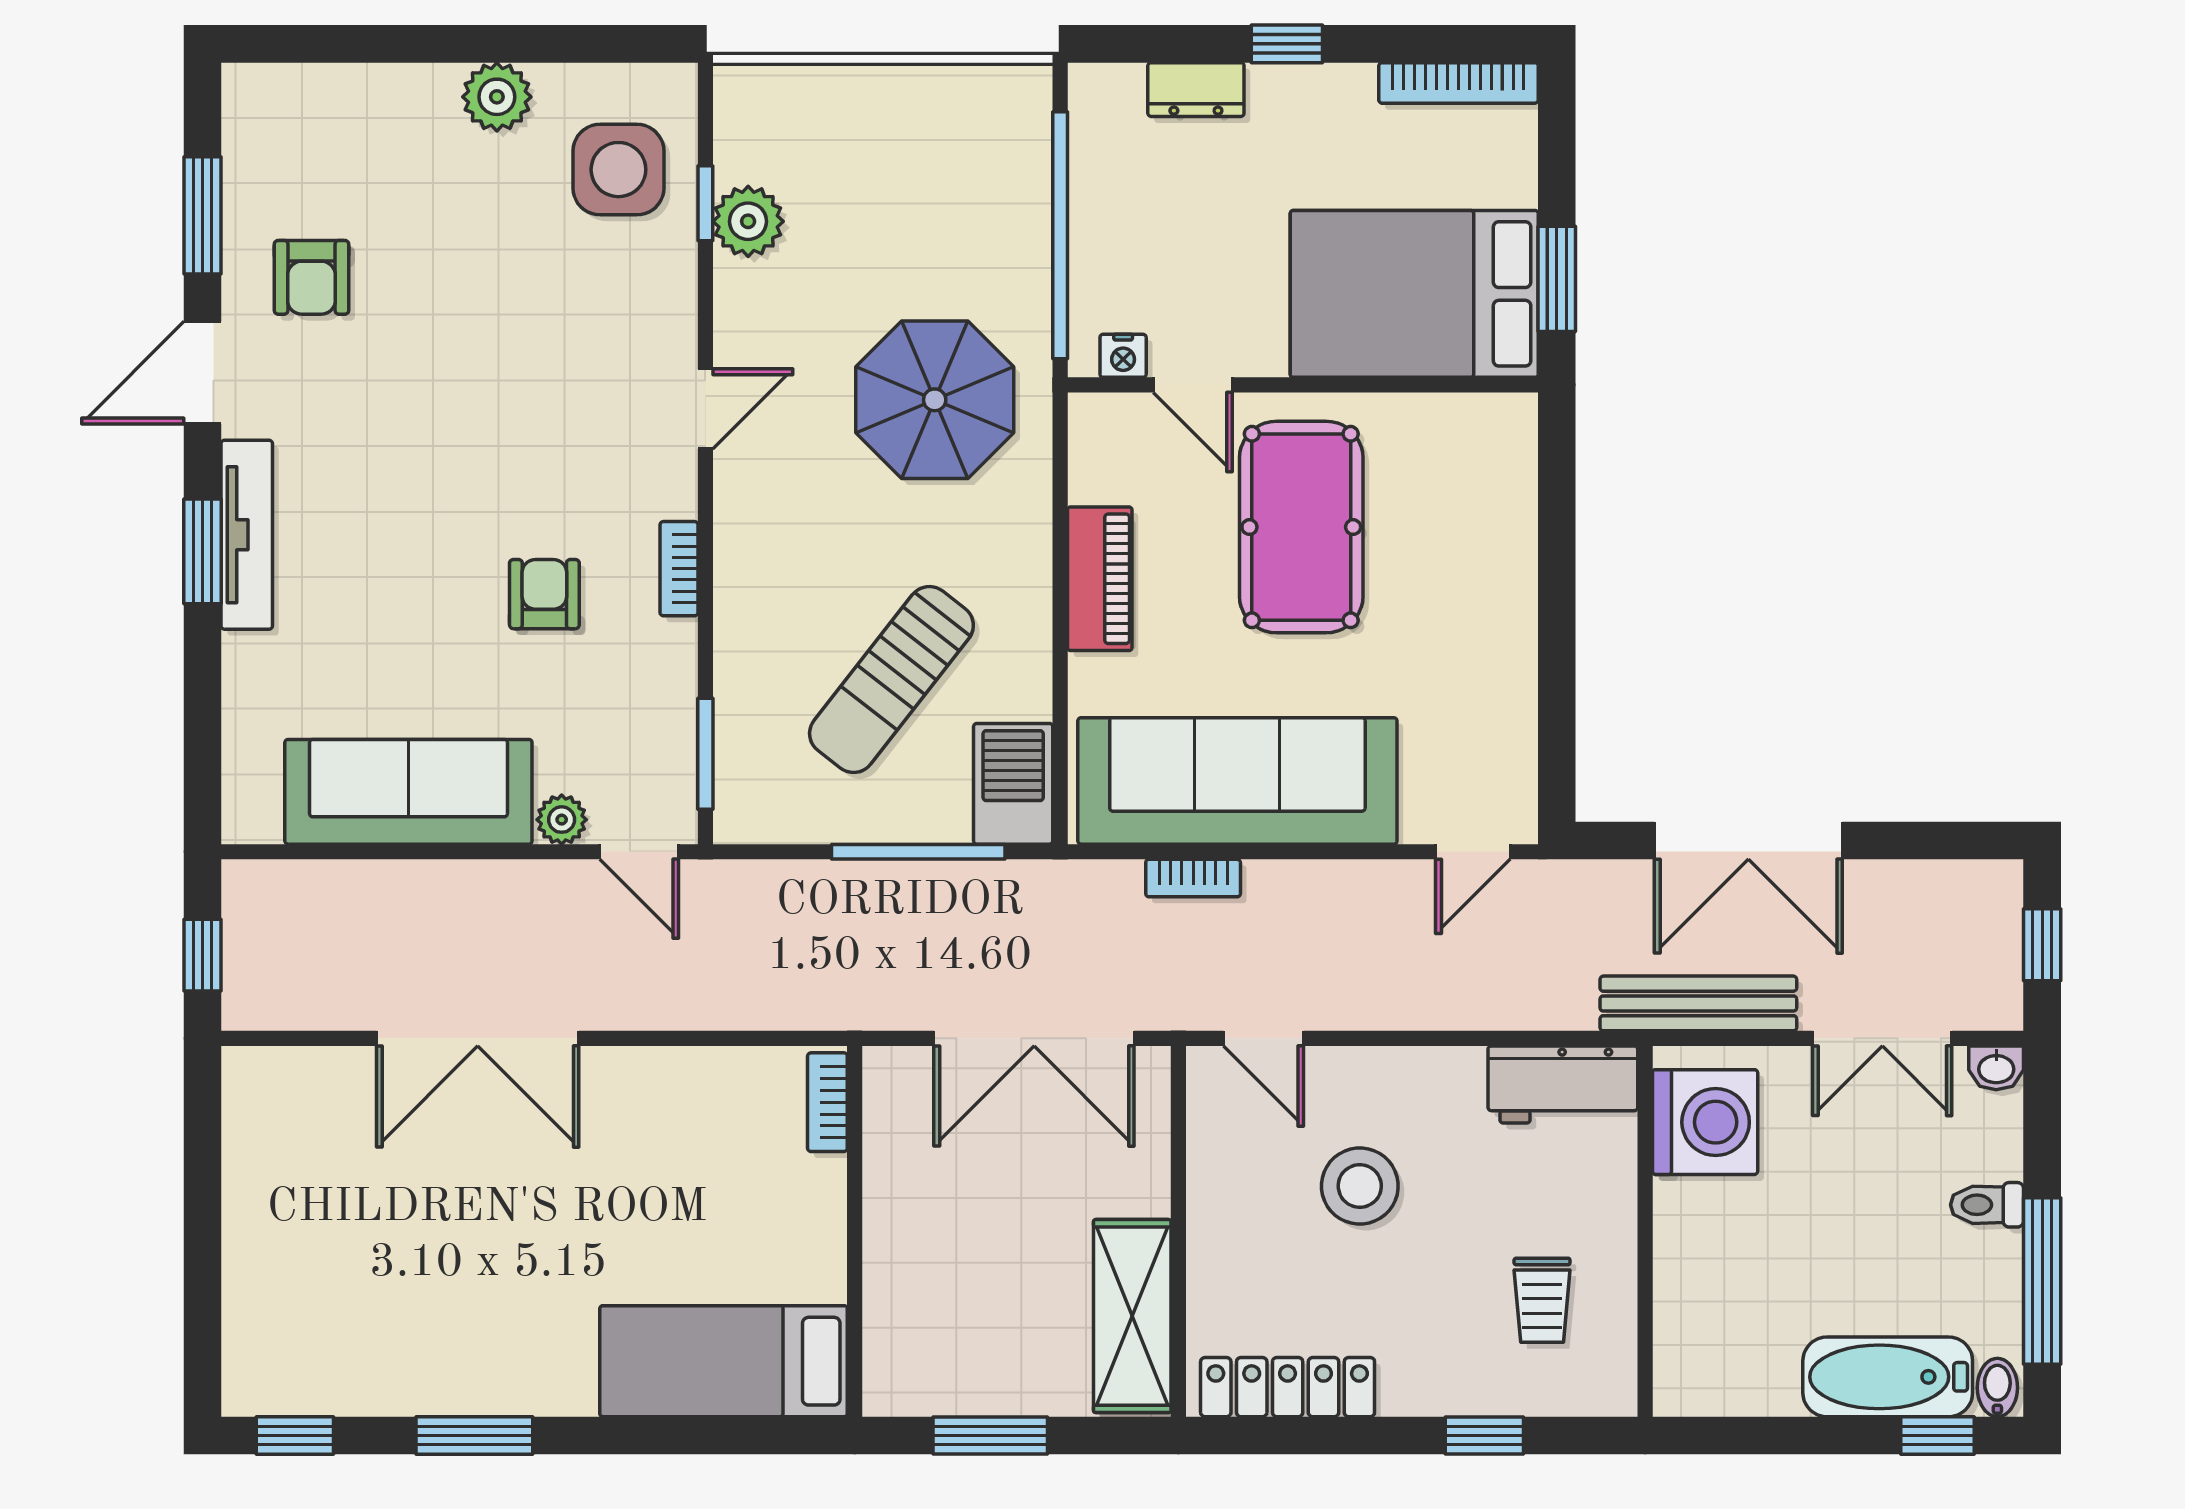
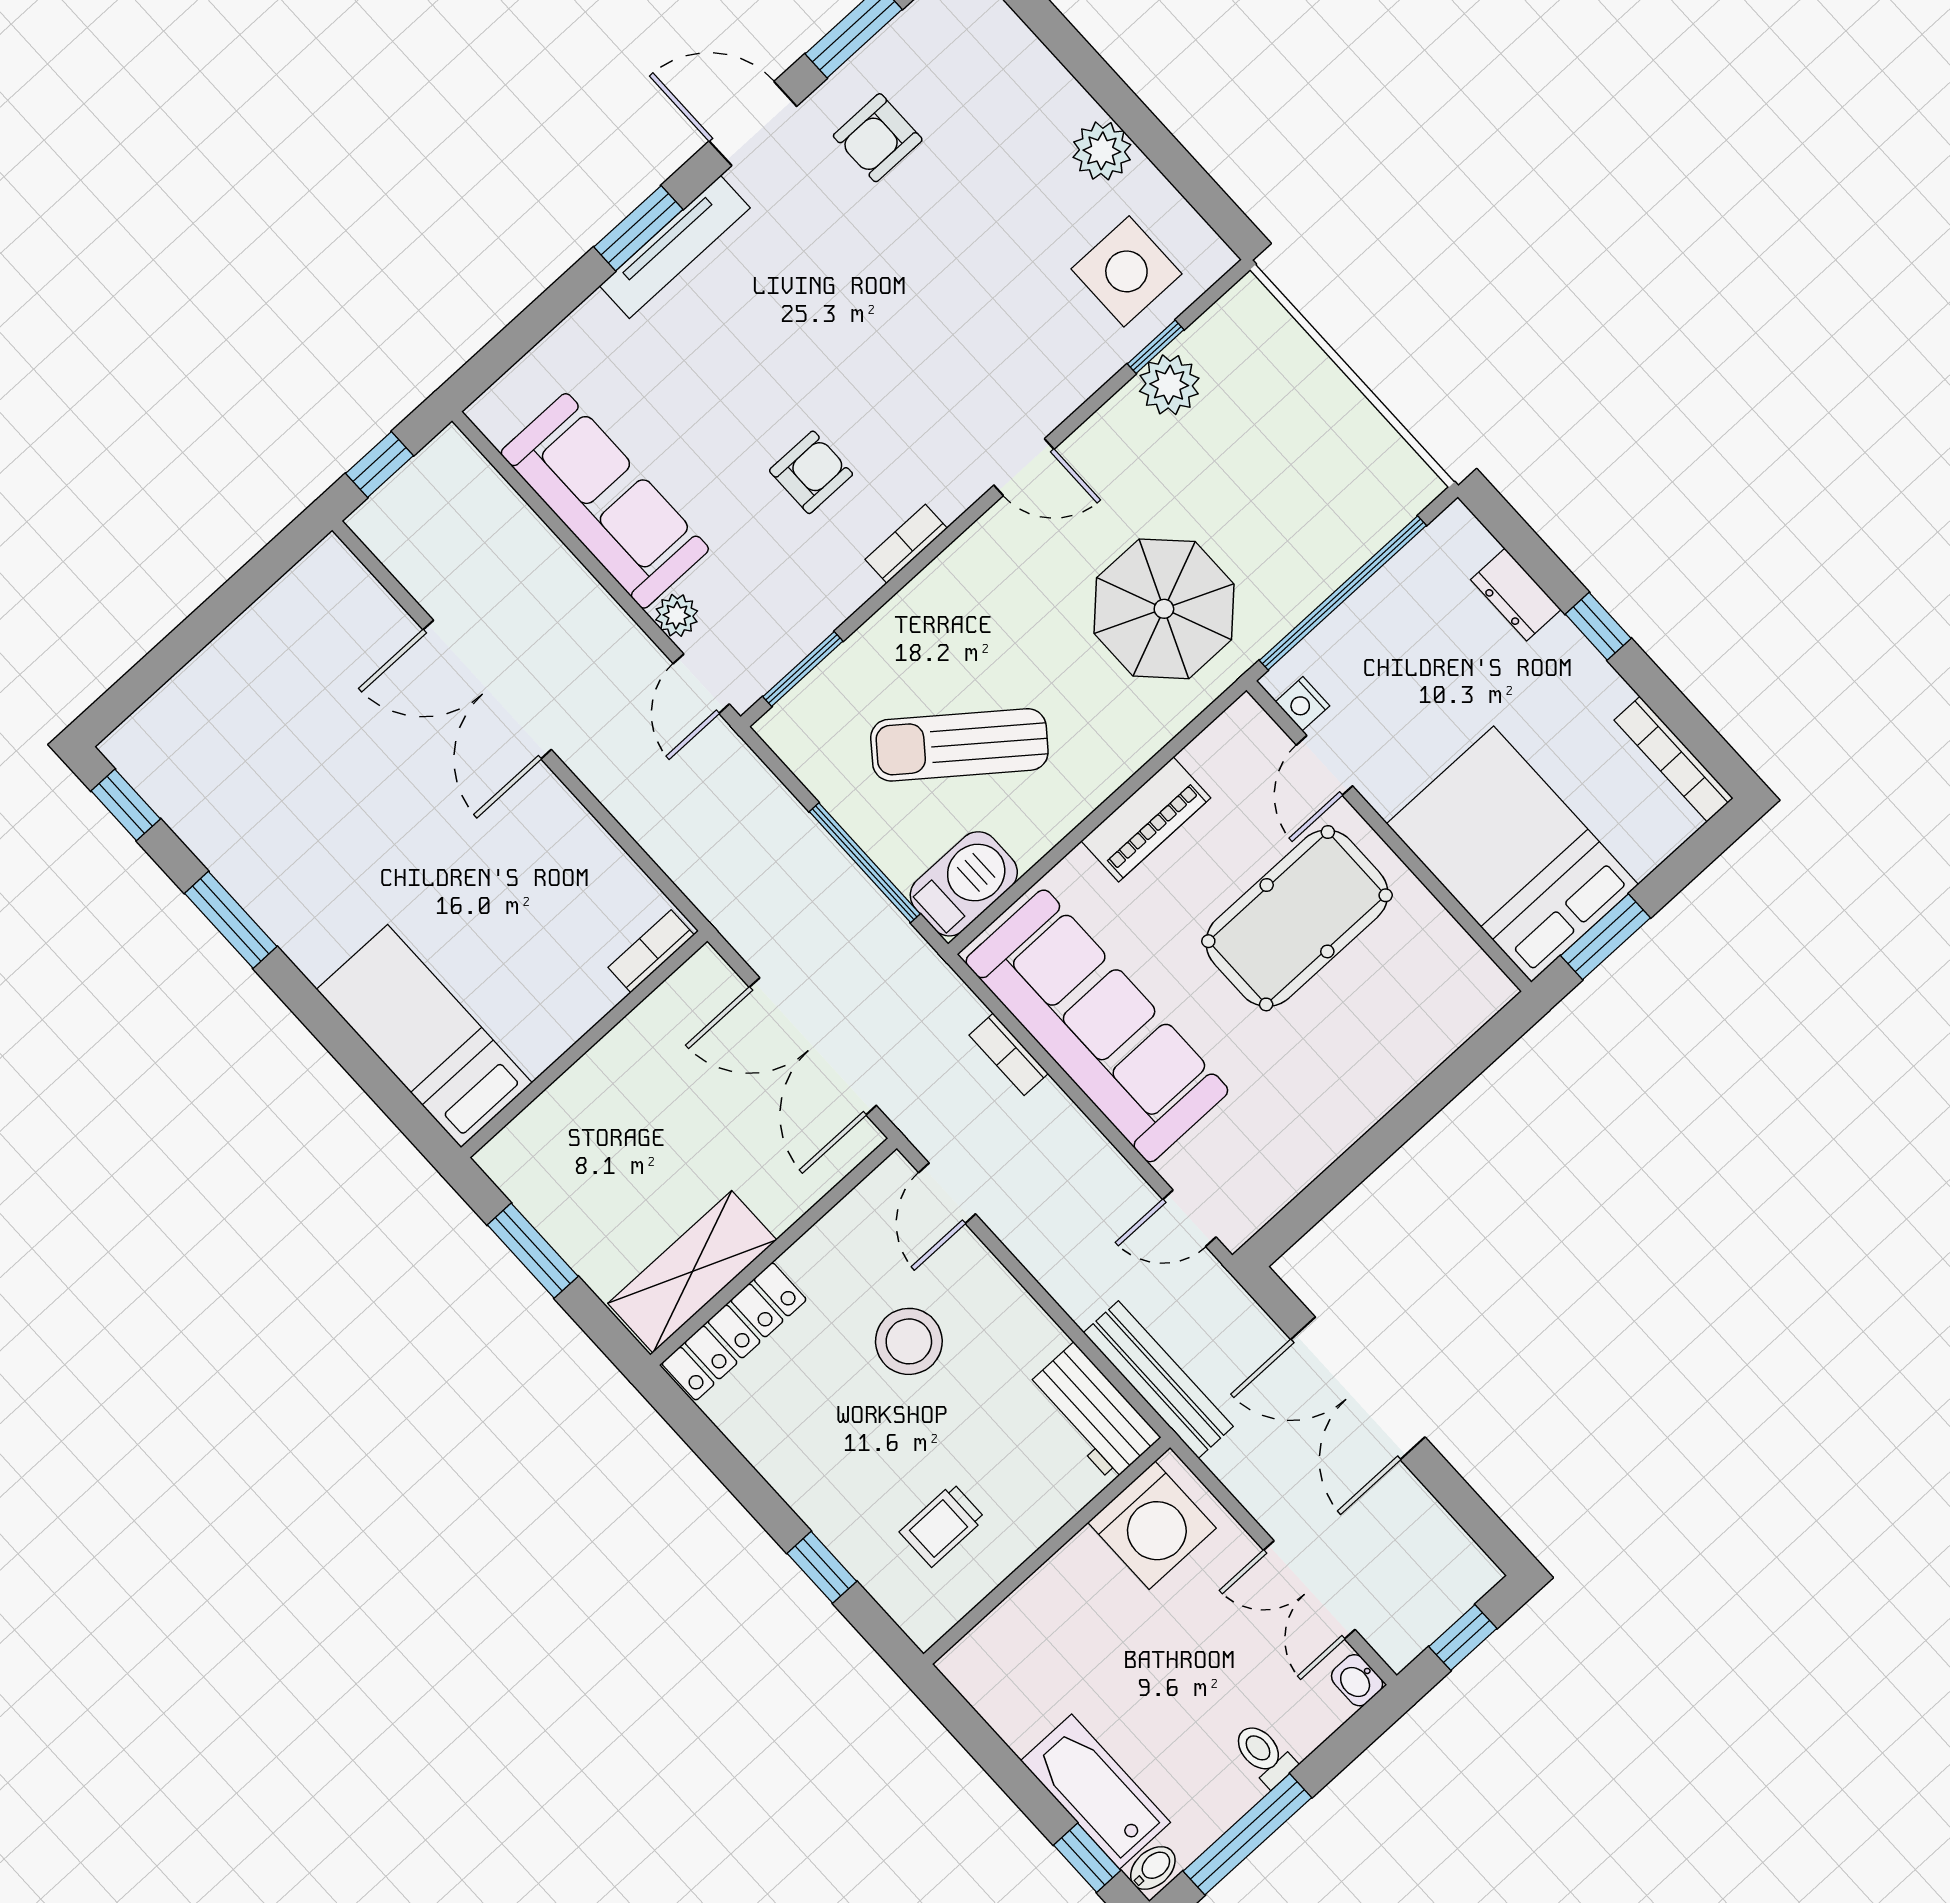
bench: (1698, 1003) -> (1158, 1380), moved
locker: (1288, 1387) -> (734, 1331), moved, turned 90

